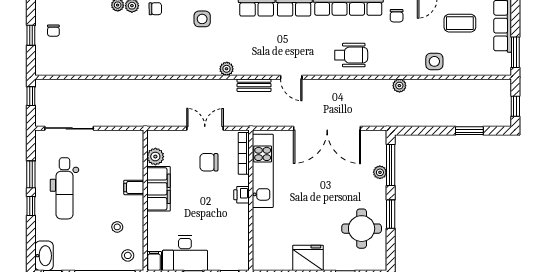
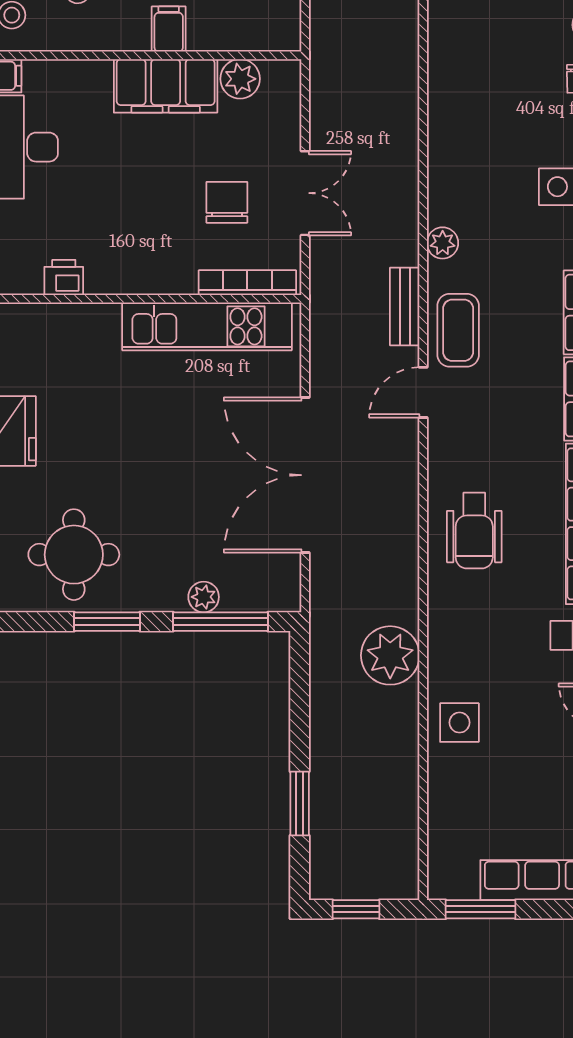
coffee table: (460, 23) -> (458, 330), moved
plant: (399, 86) -> (390, 655), width x1.87, depth x1.87
printer: (241, 195) -> (64, 277), moved

